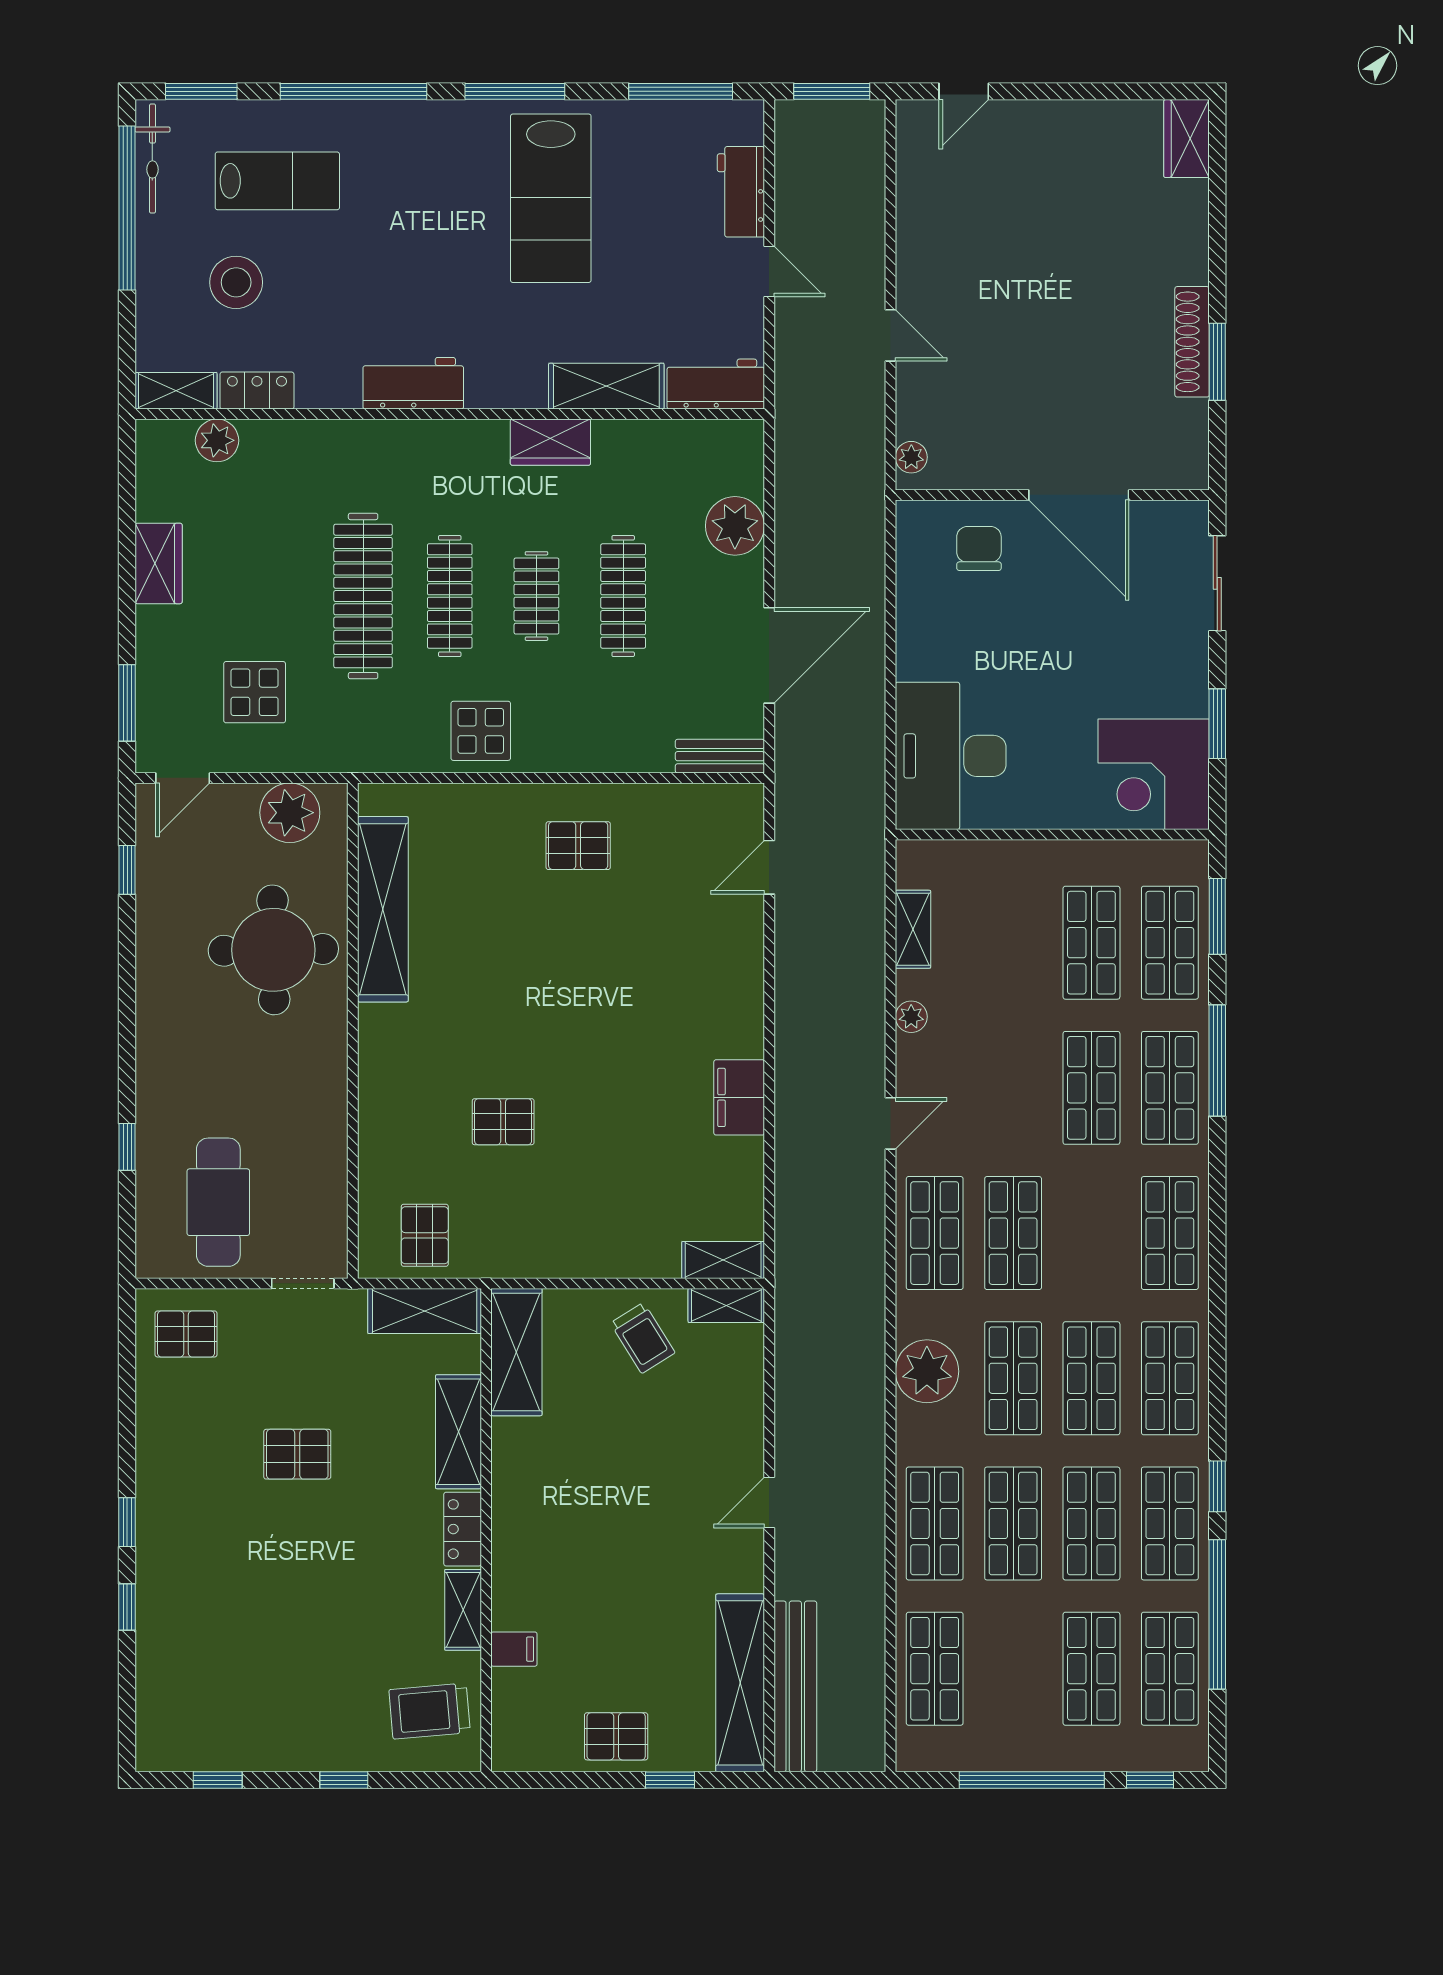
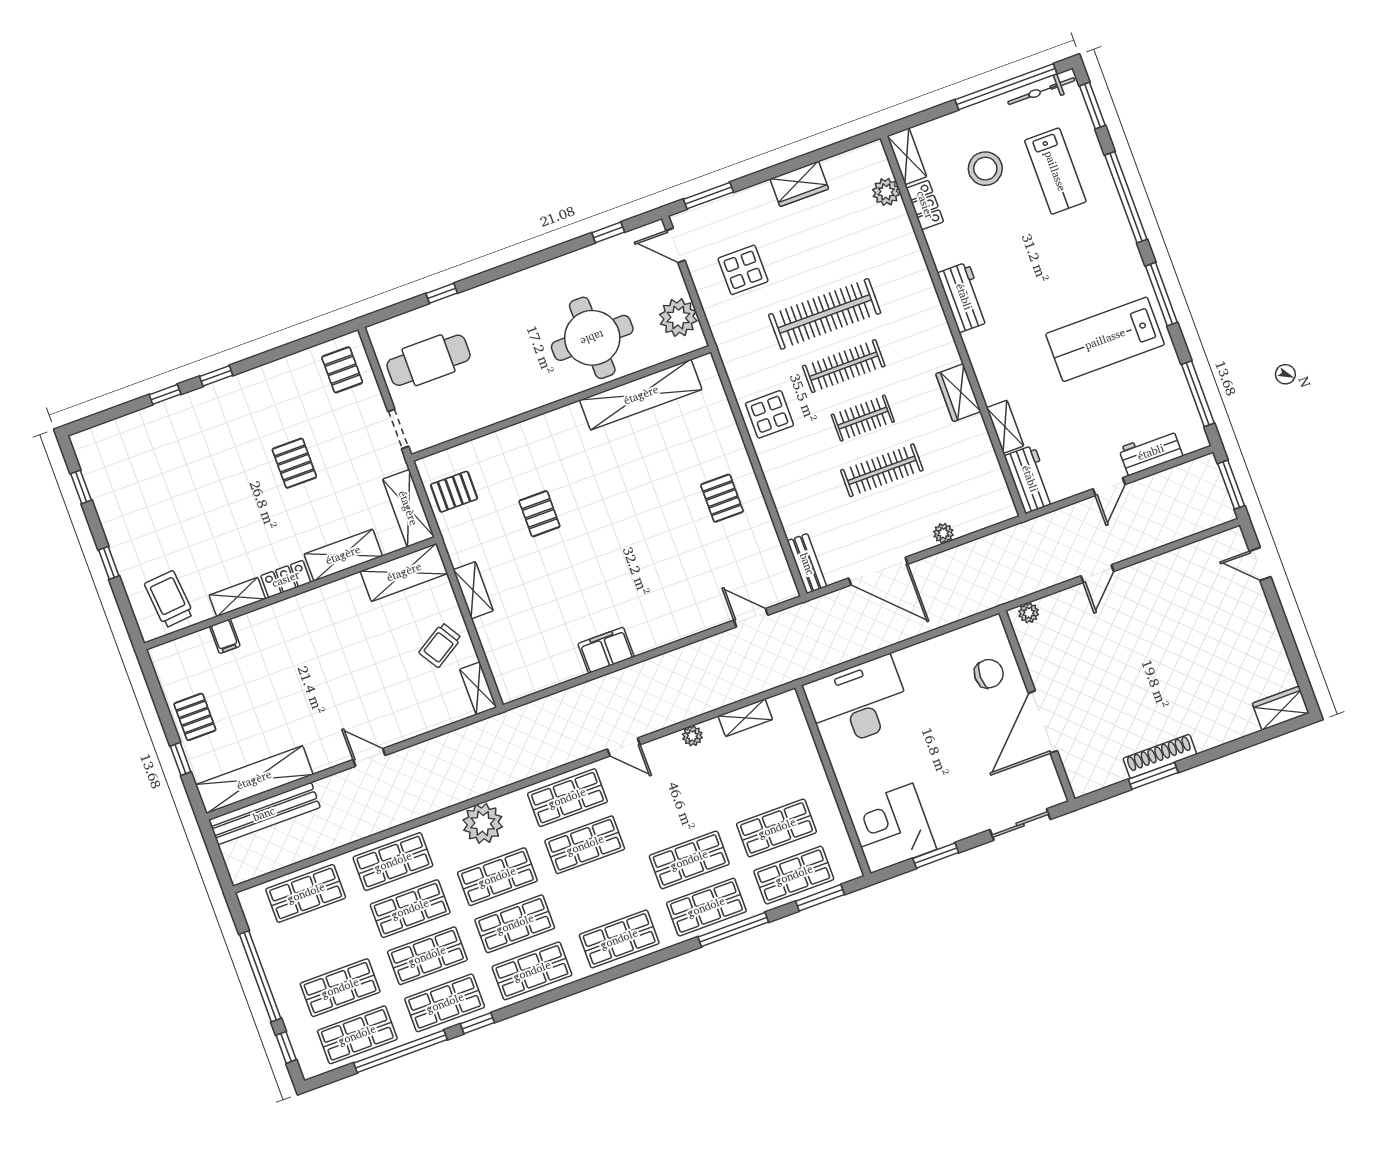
shelving: (606, 386) -> (1005, 427), width x0.67, depth x0.75
plant: (735, 526) -> (943, 533), width x0.53, depth x0.53
shelving: (723, 1260) -> (473, 590), moved

